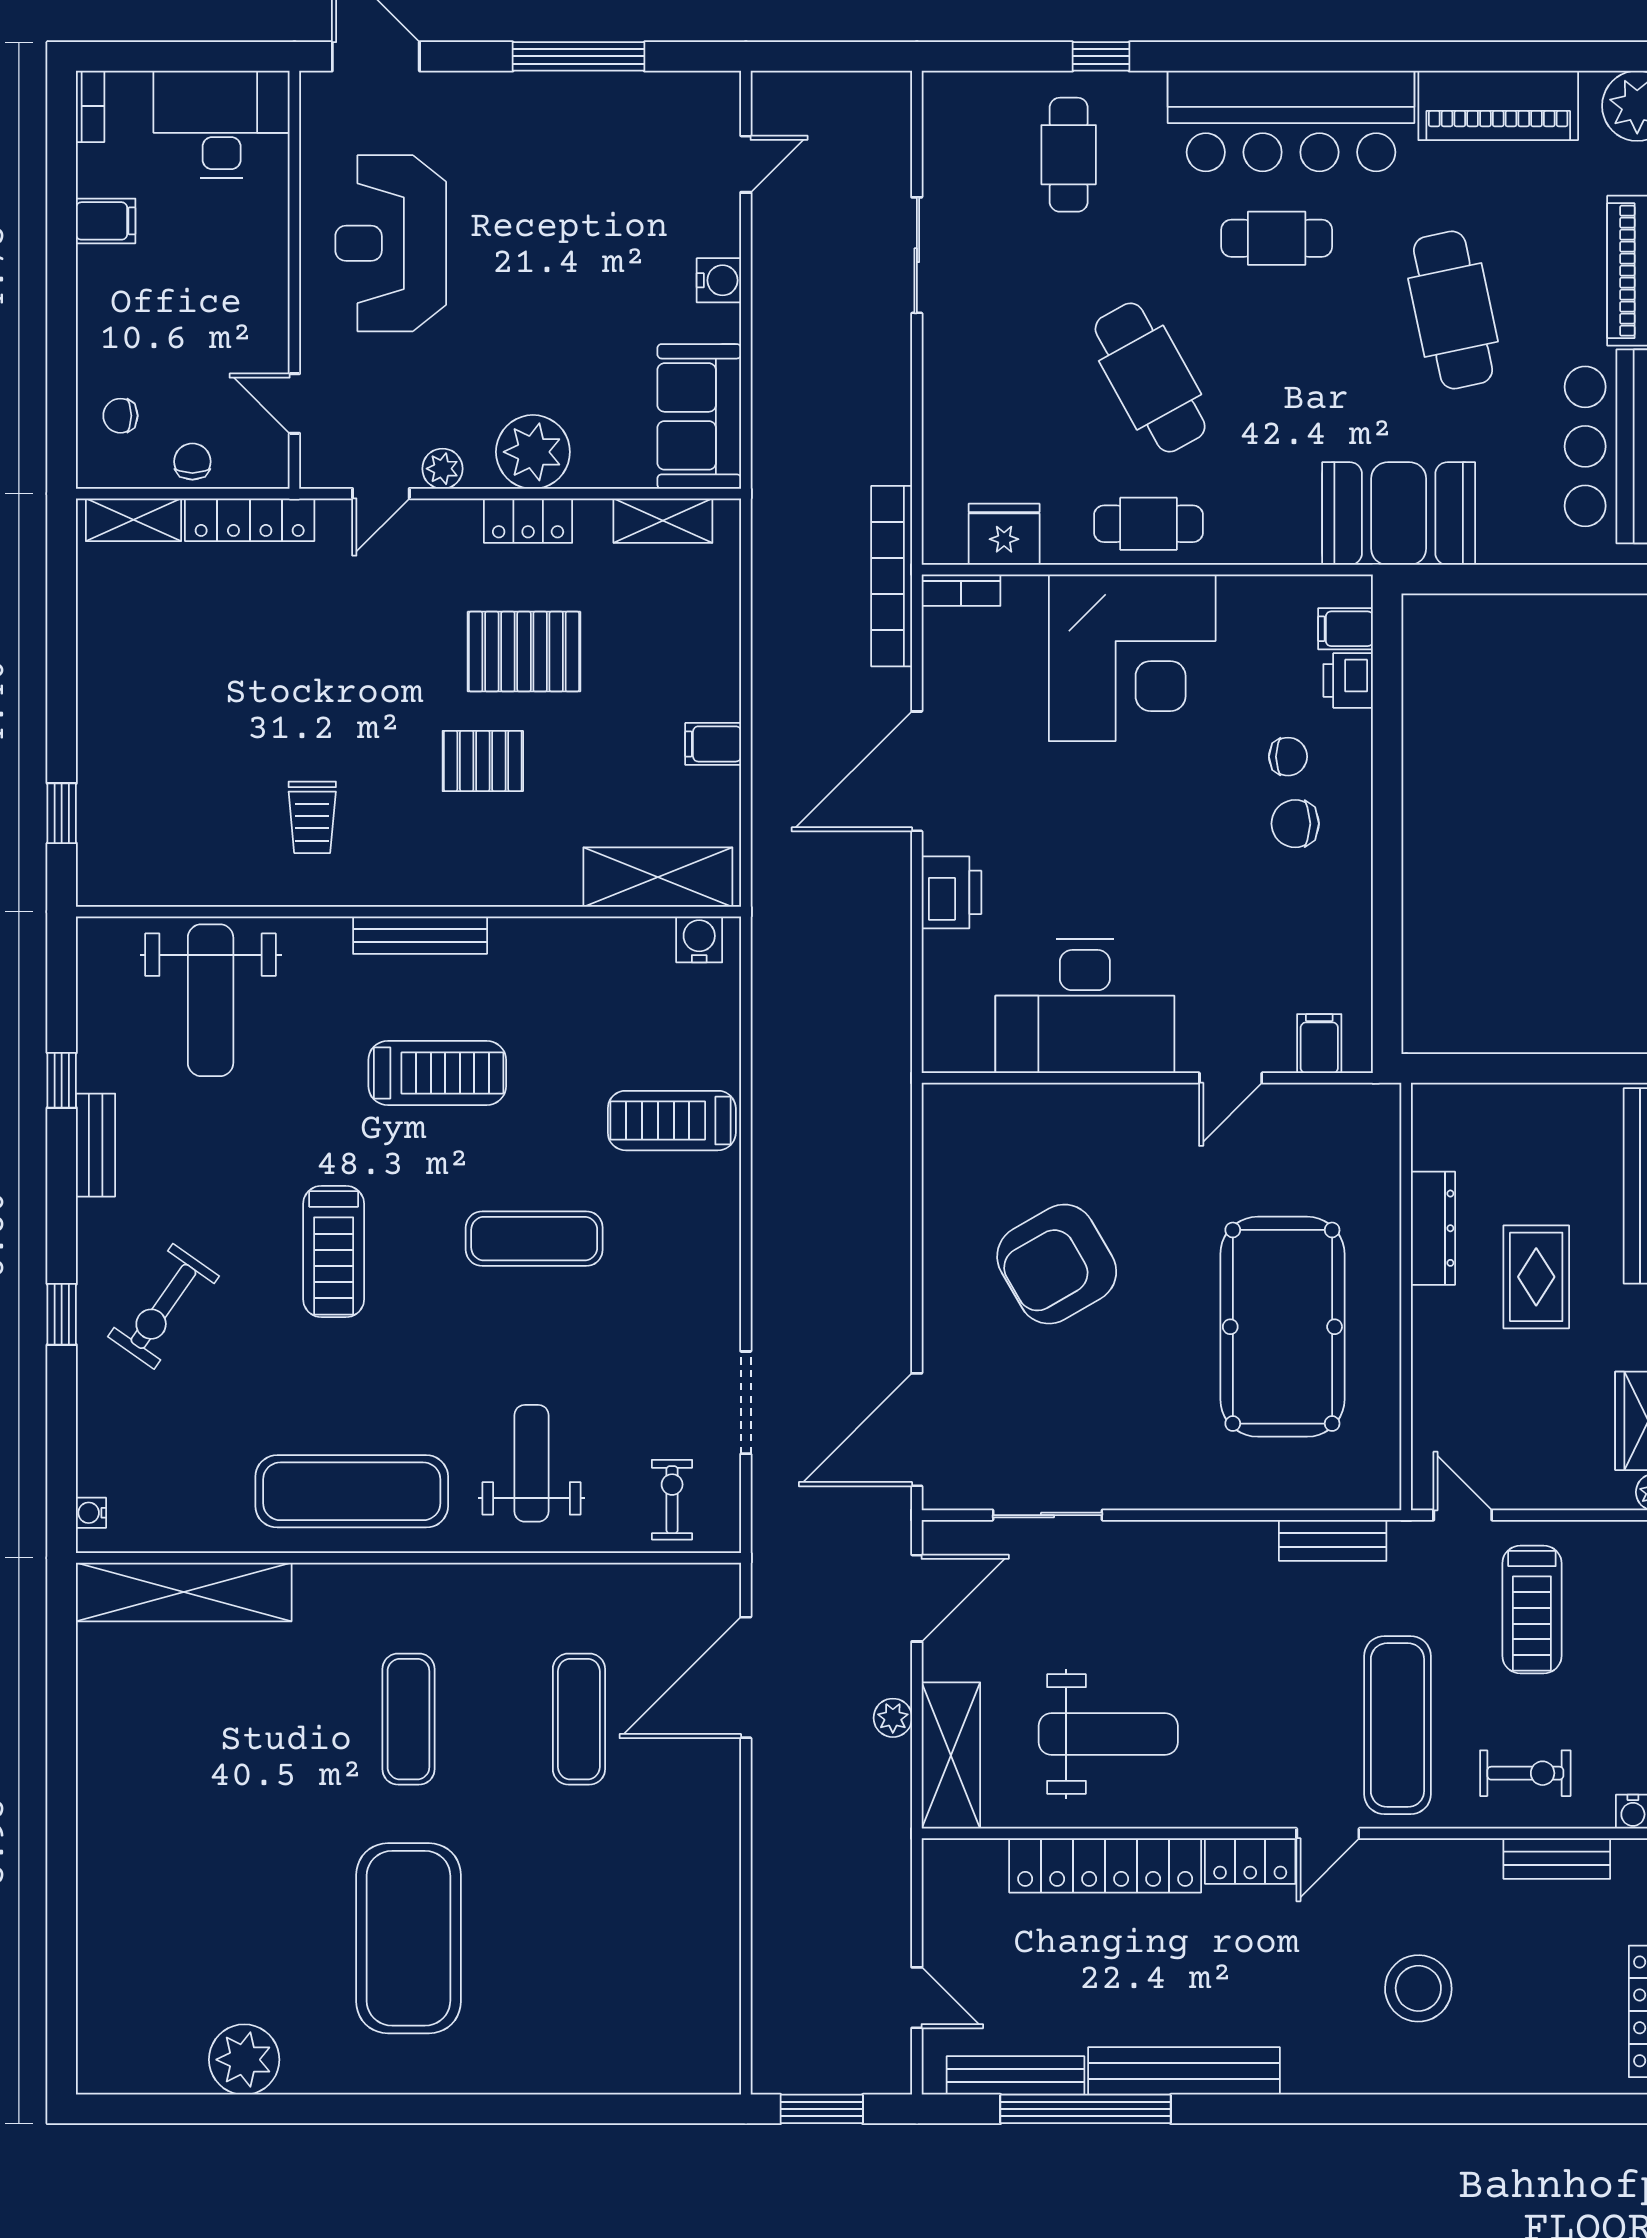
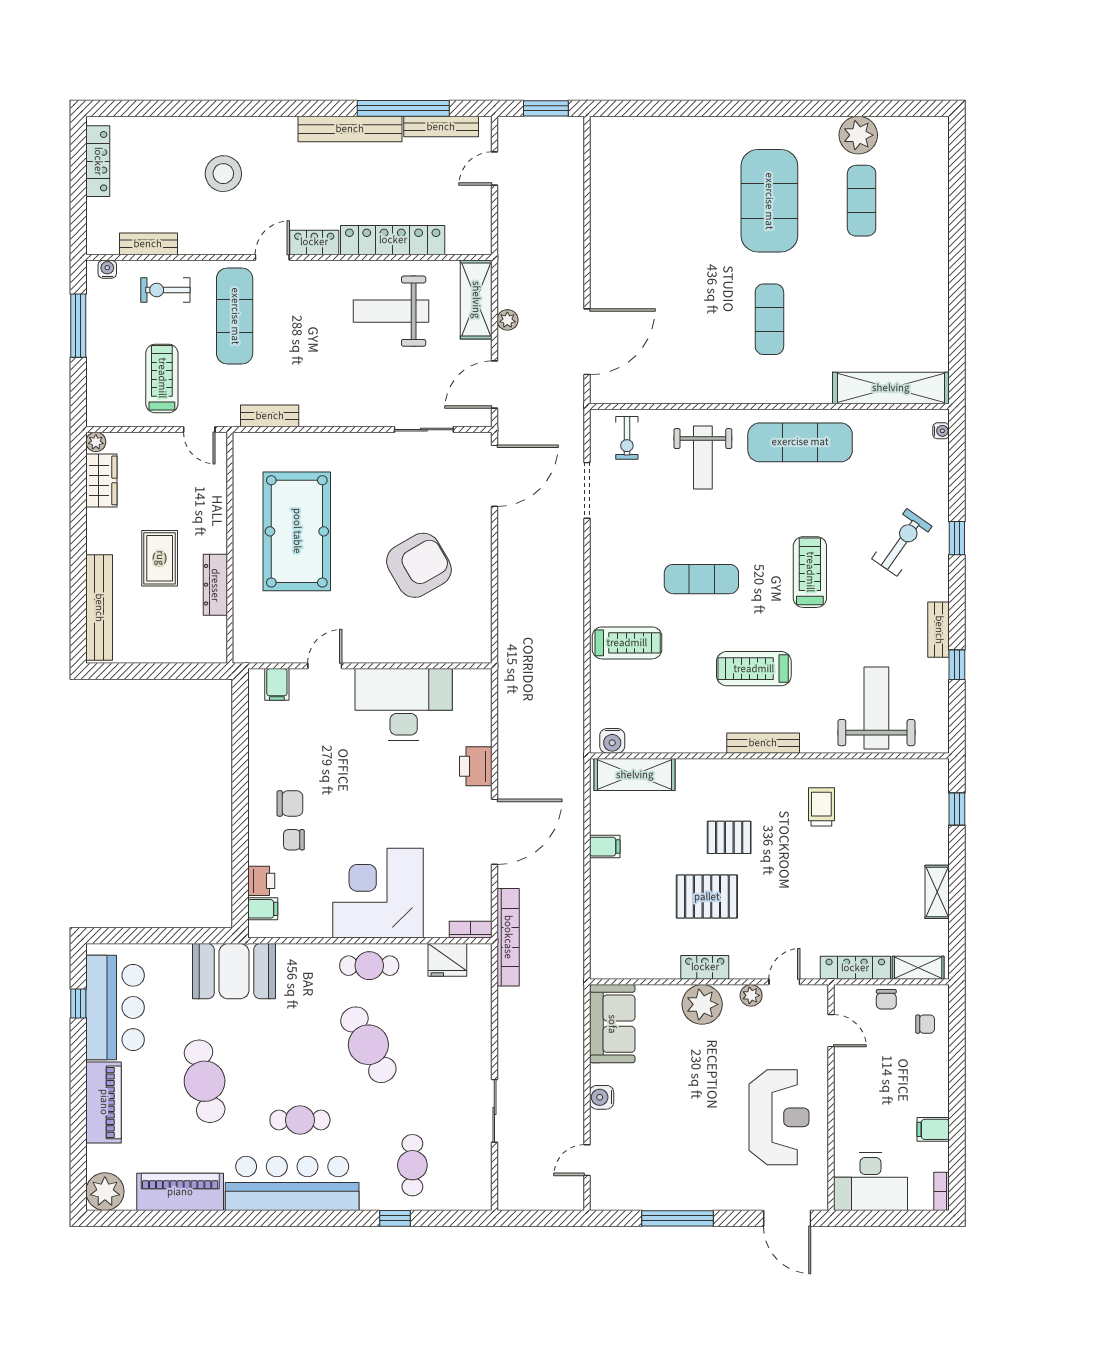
shelving: (663, 521) -> (937, 892), moved, turned 90
exercise mat: (579, 1719) -> (862, 201), moved
door: (917, 1998) -> (494, 169), hinge flipped

